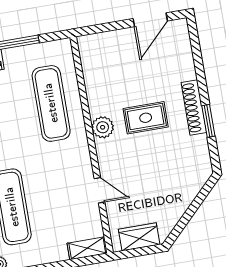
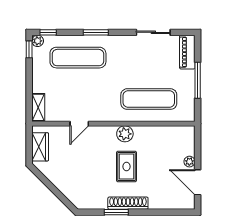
plant: (125, 35) -> (189, 162), added

